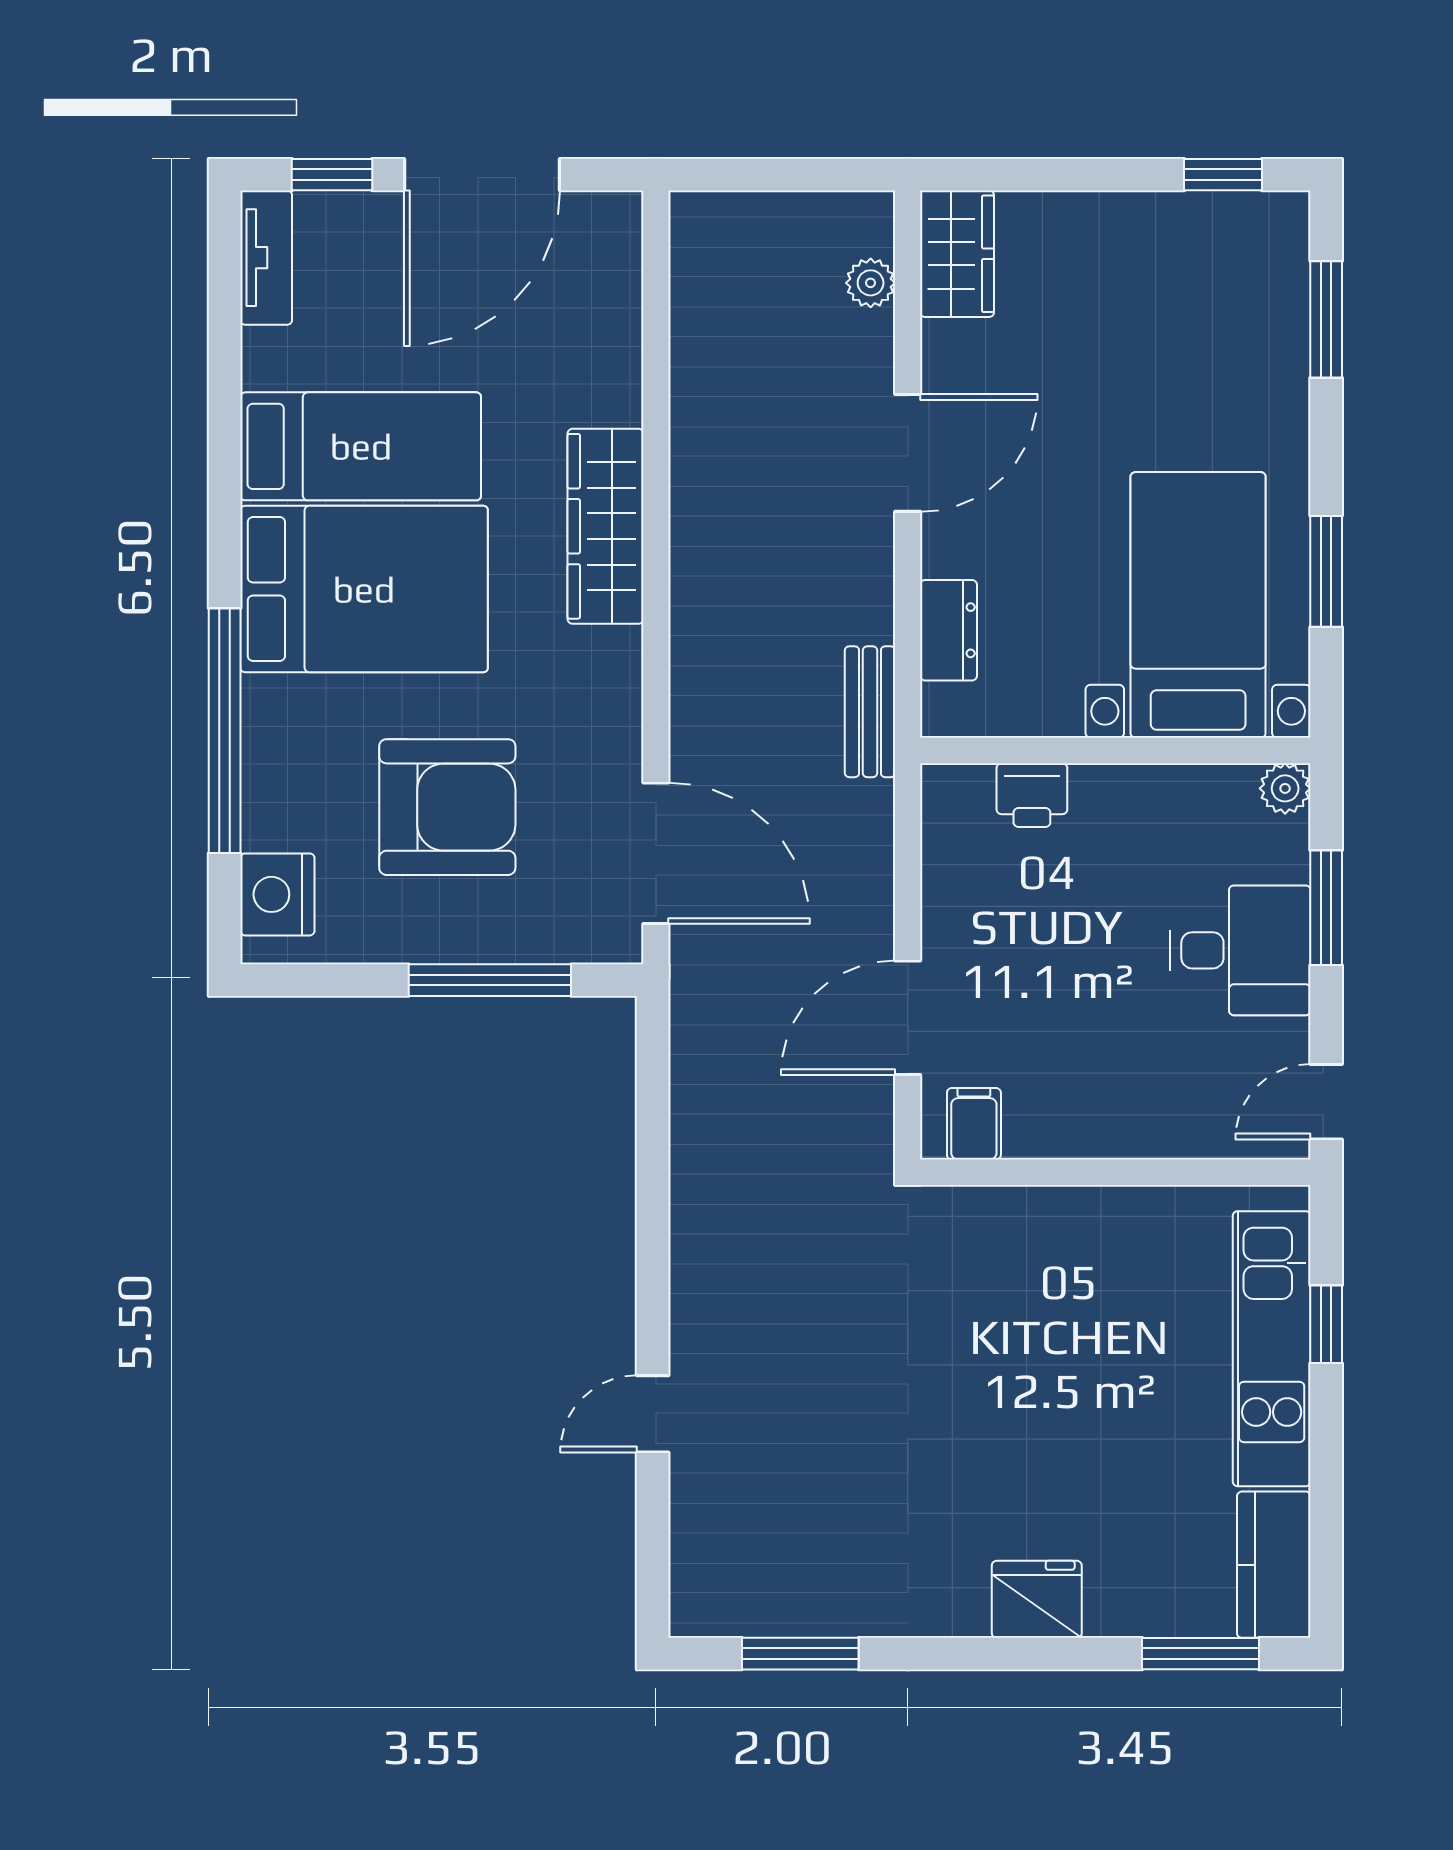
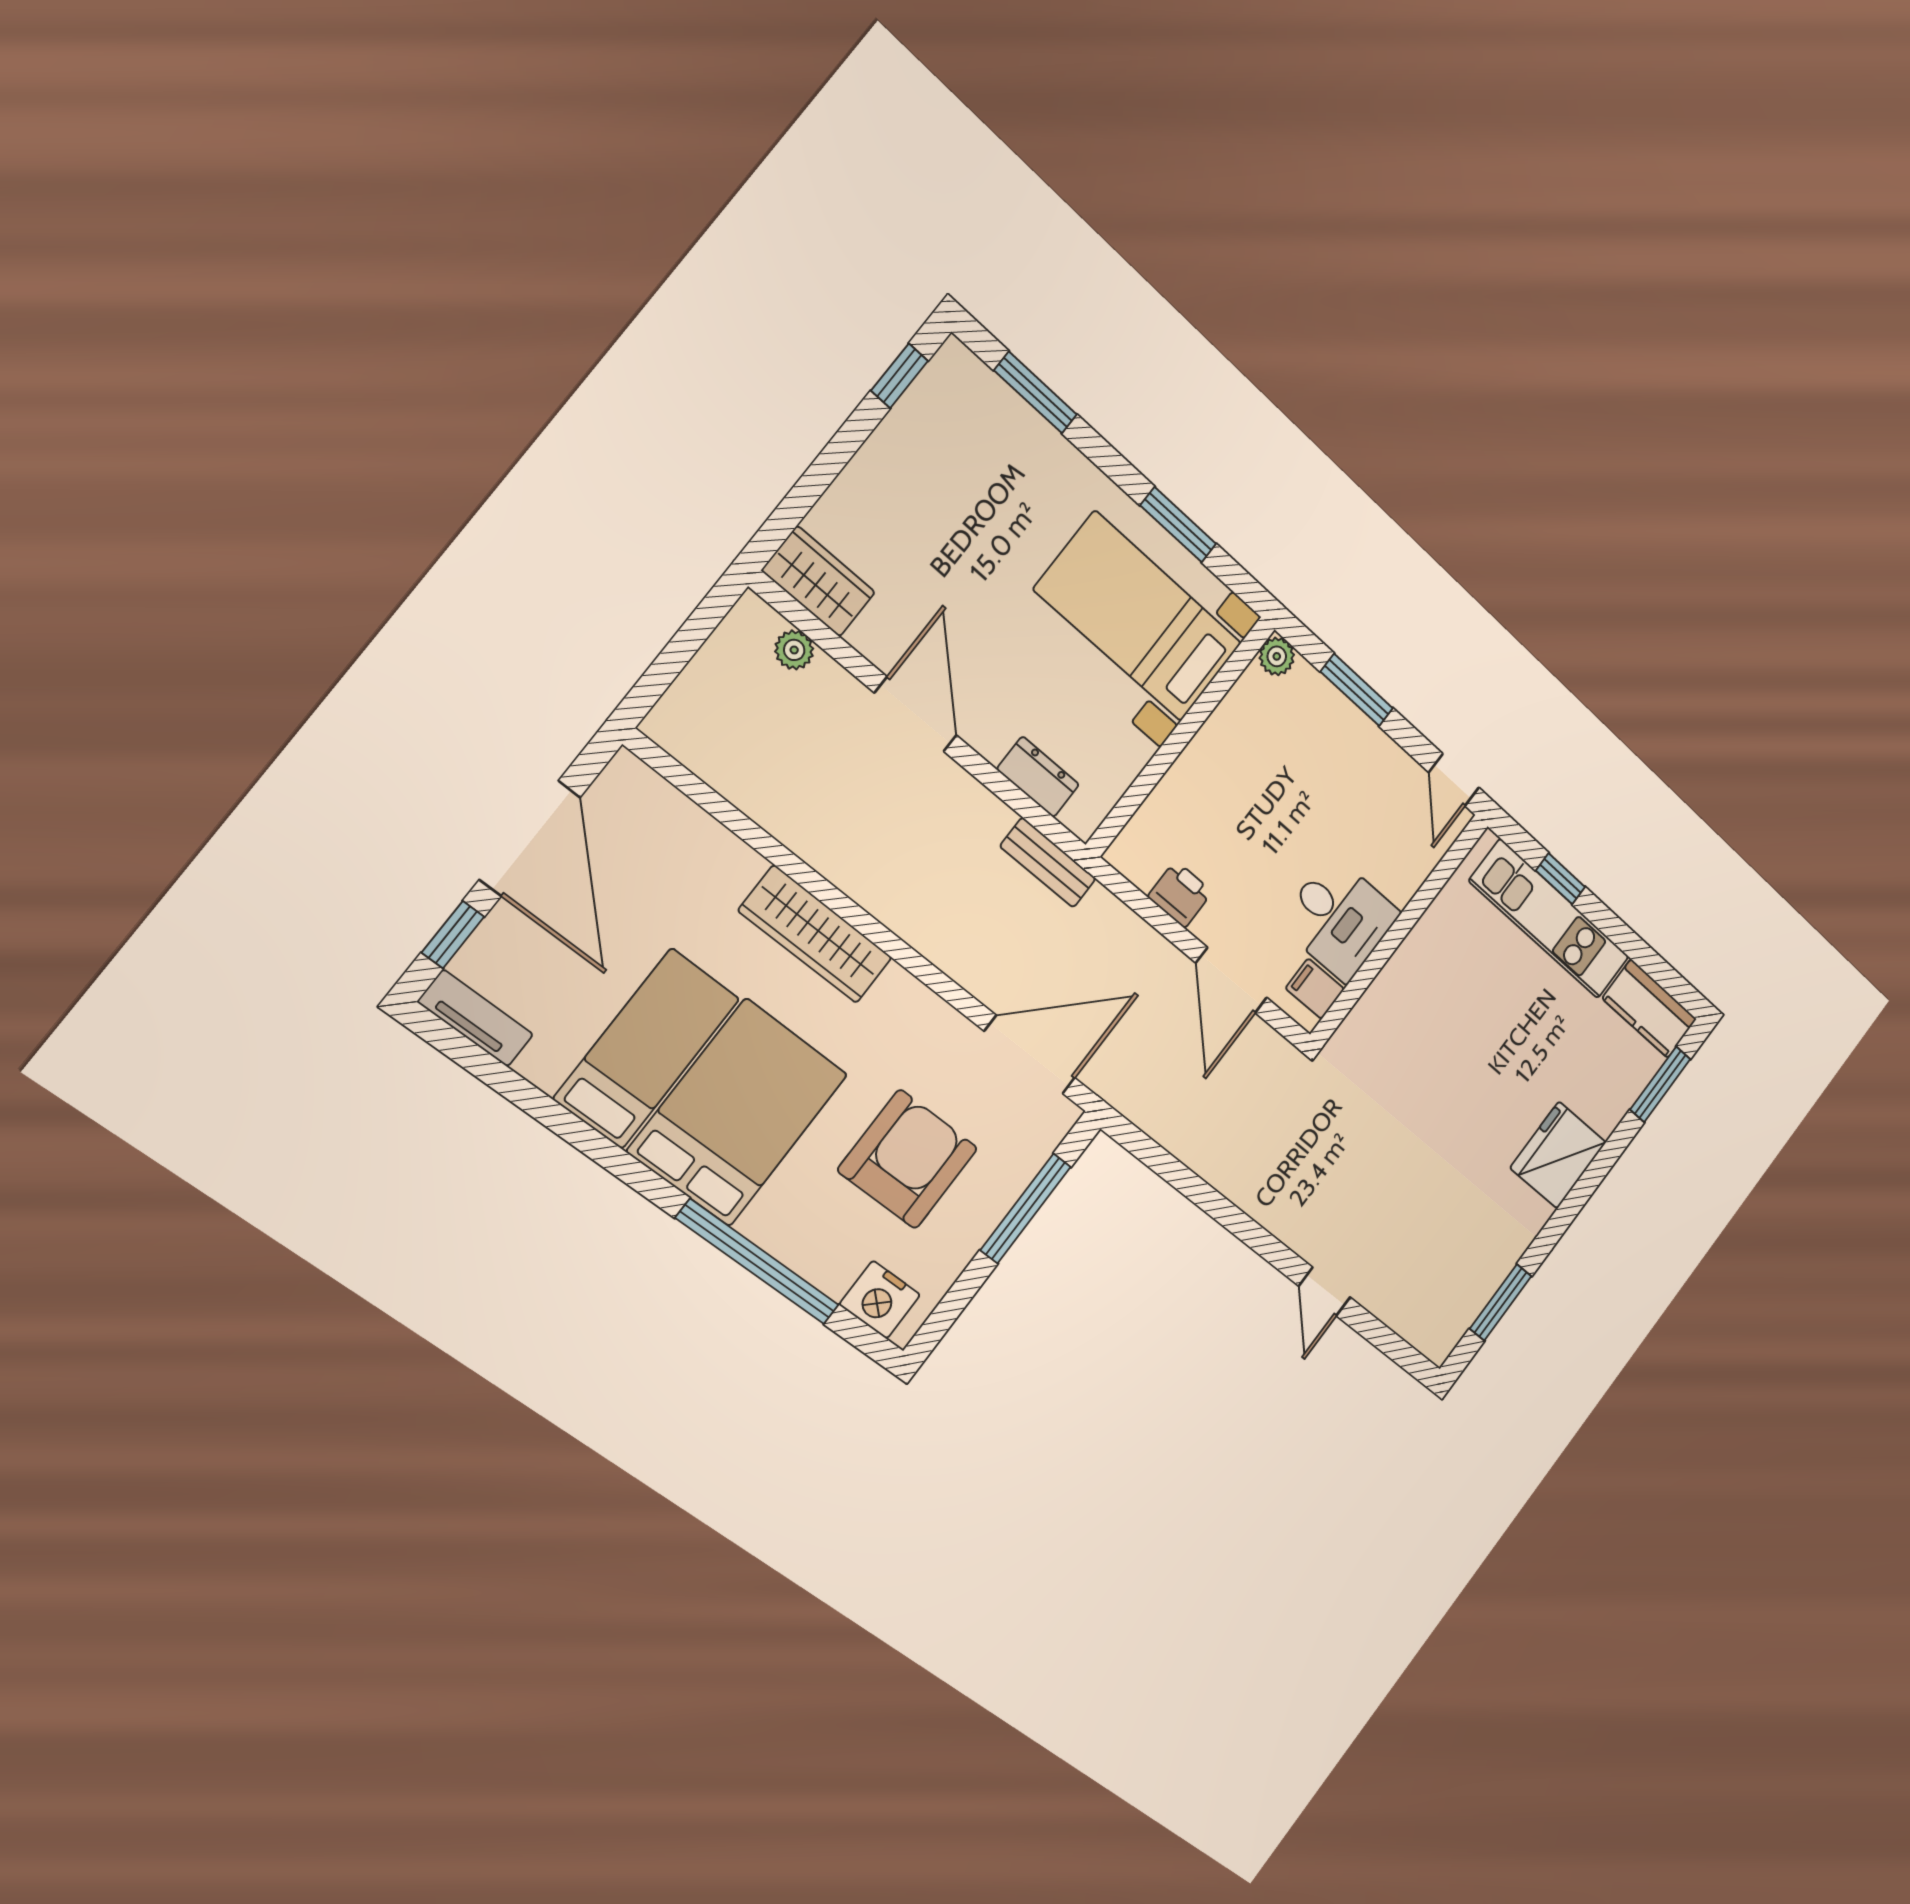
printer: (1032, 795) -> (1180, 894), moved, turned -90
desk: (1240, 950) -> (1339, 918), moved, turned 90
fridge: (1037, 1599) -> (1558, 1155), width x1.36, depth x1.34

